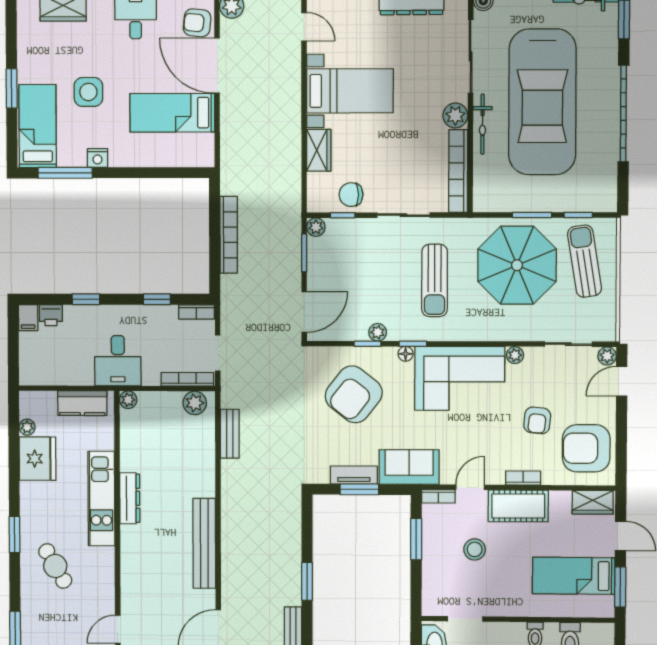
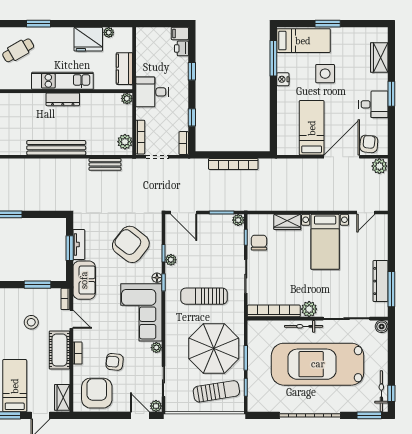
bench: (204, 543) -> (56, 148), moved

